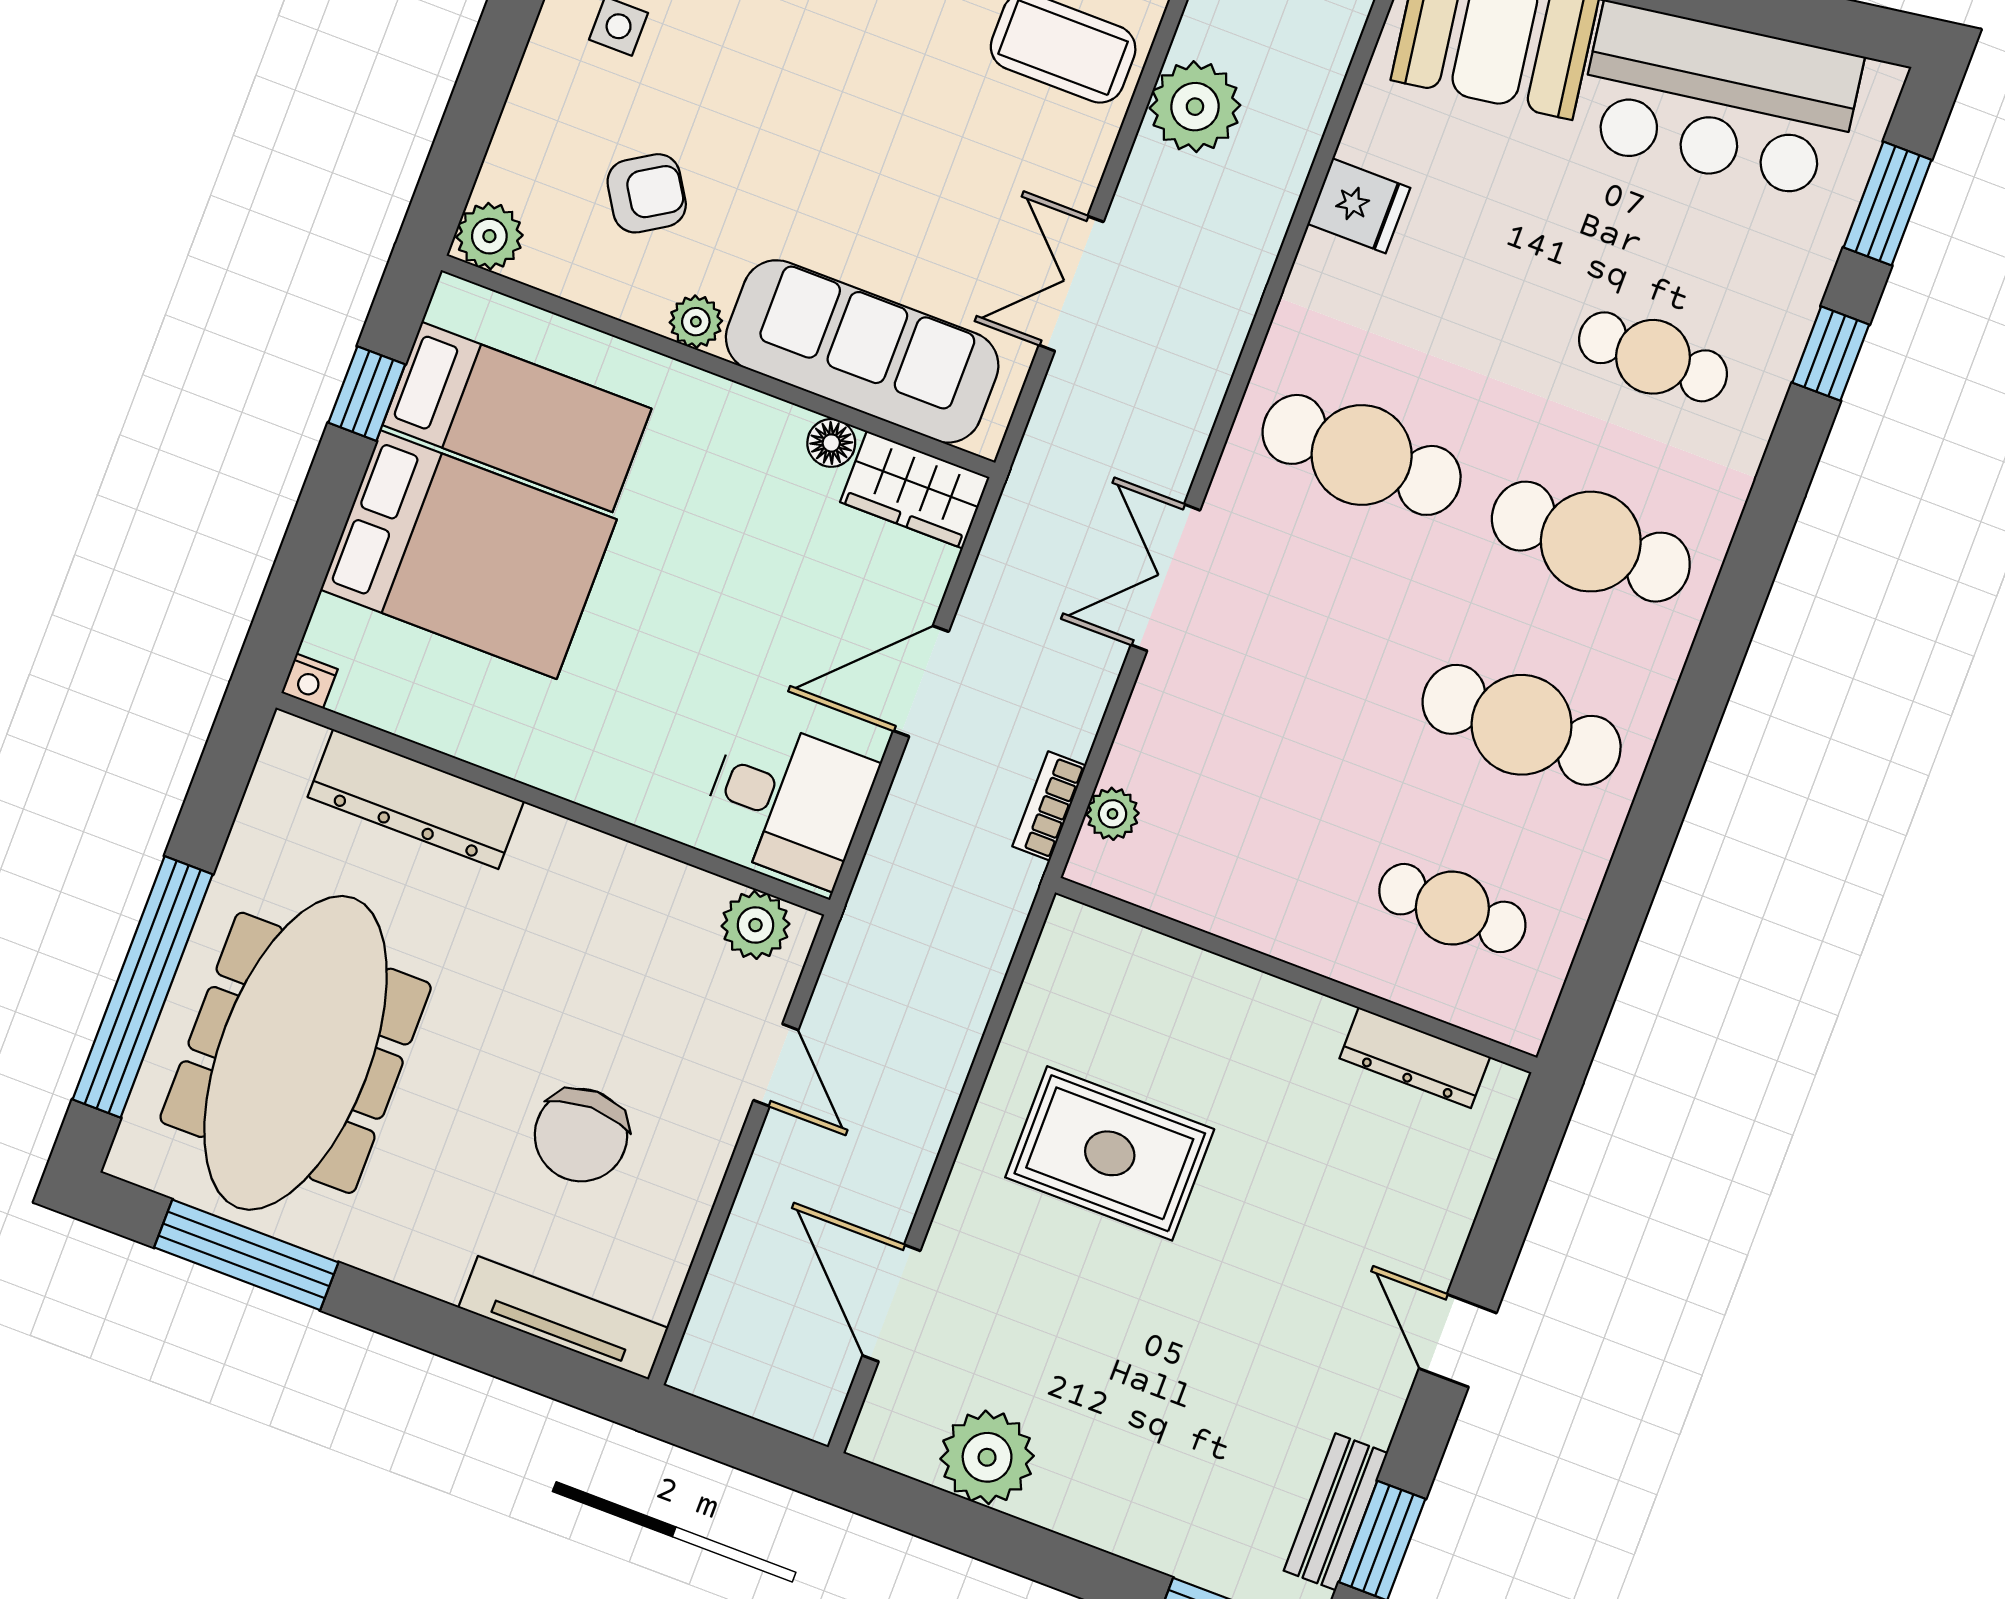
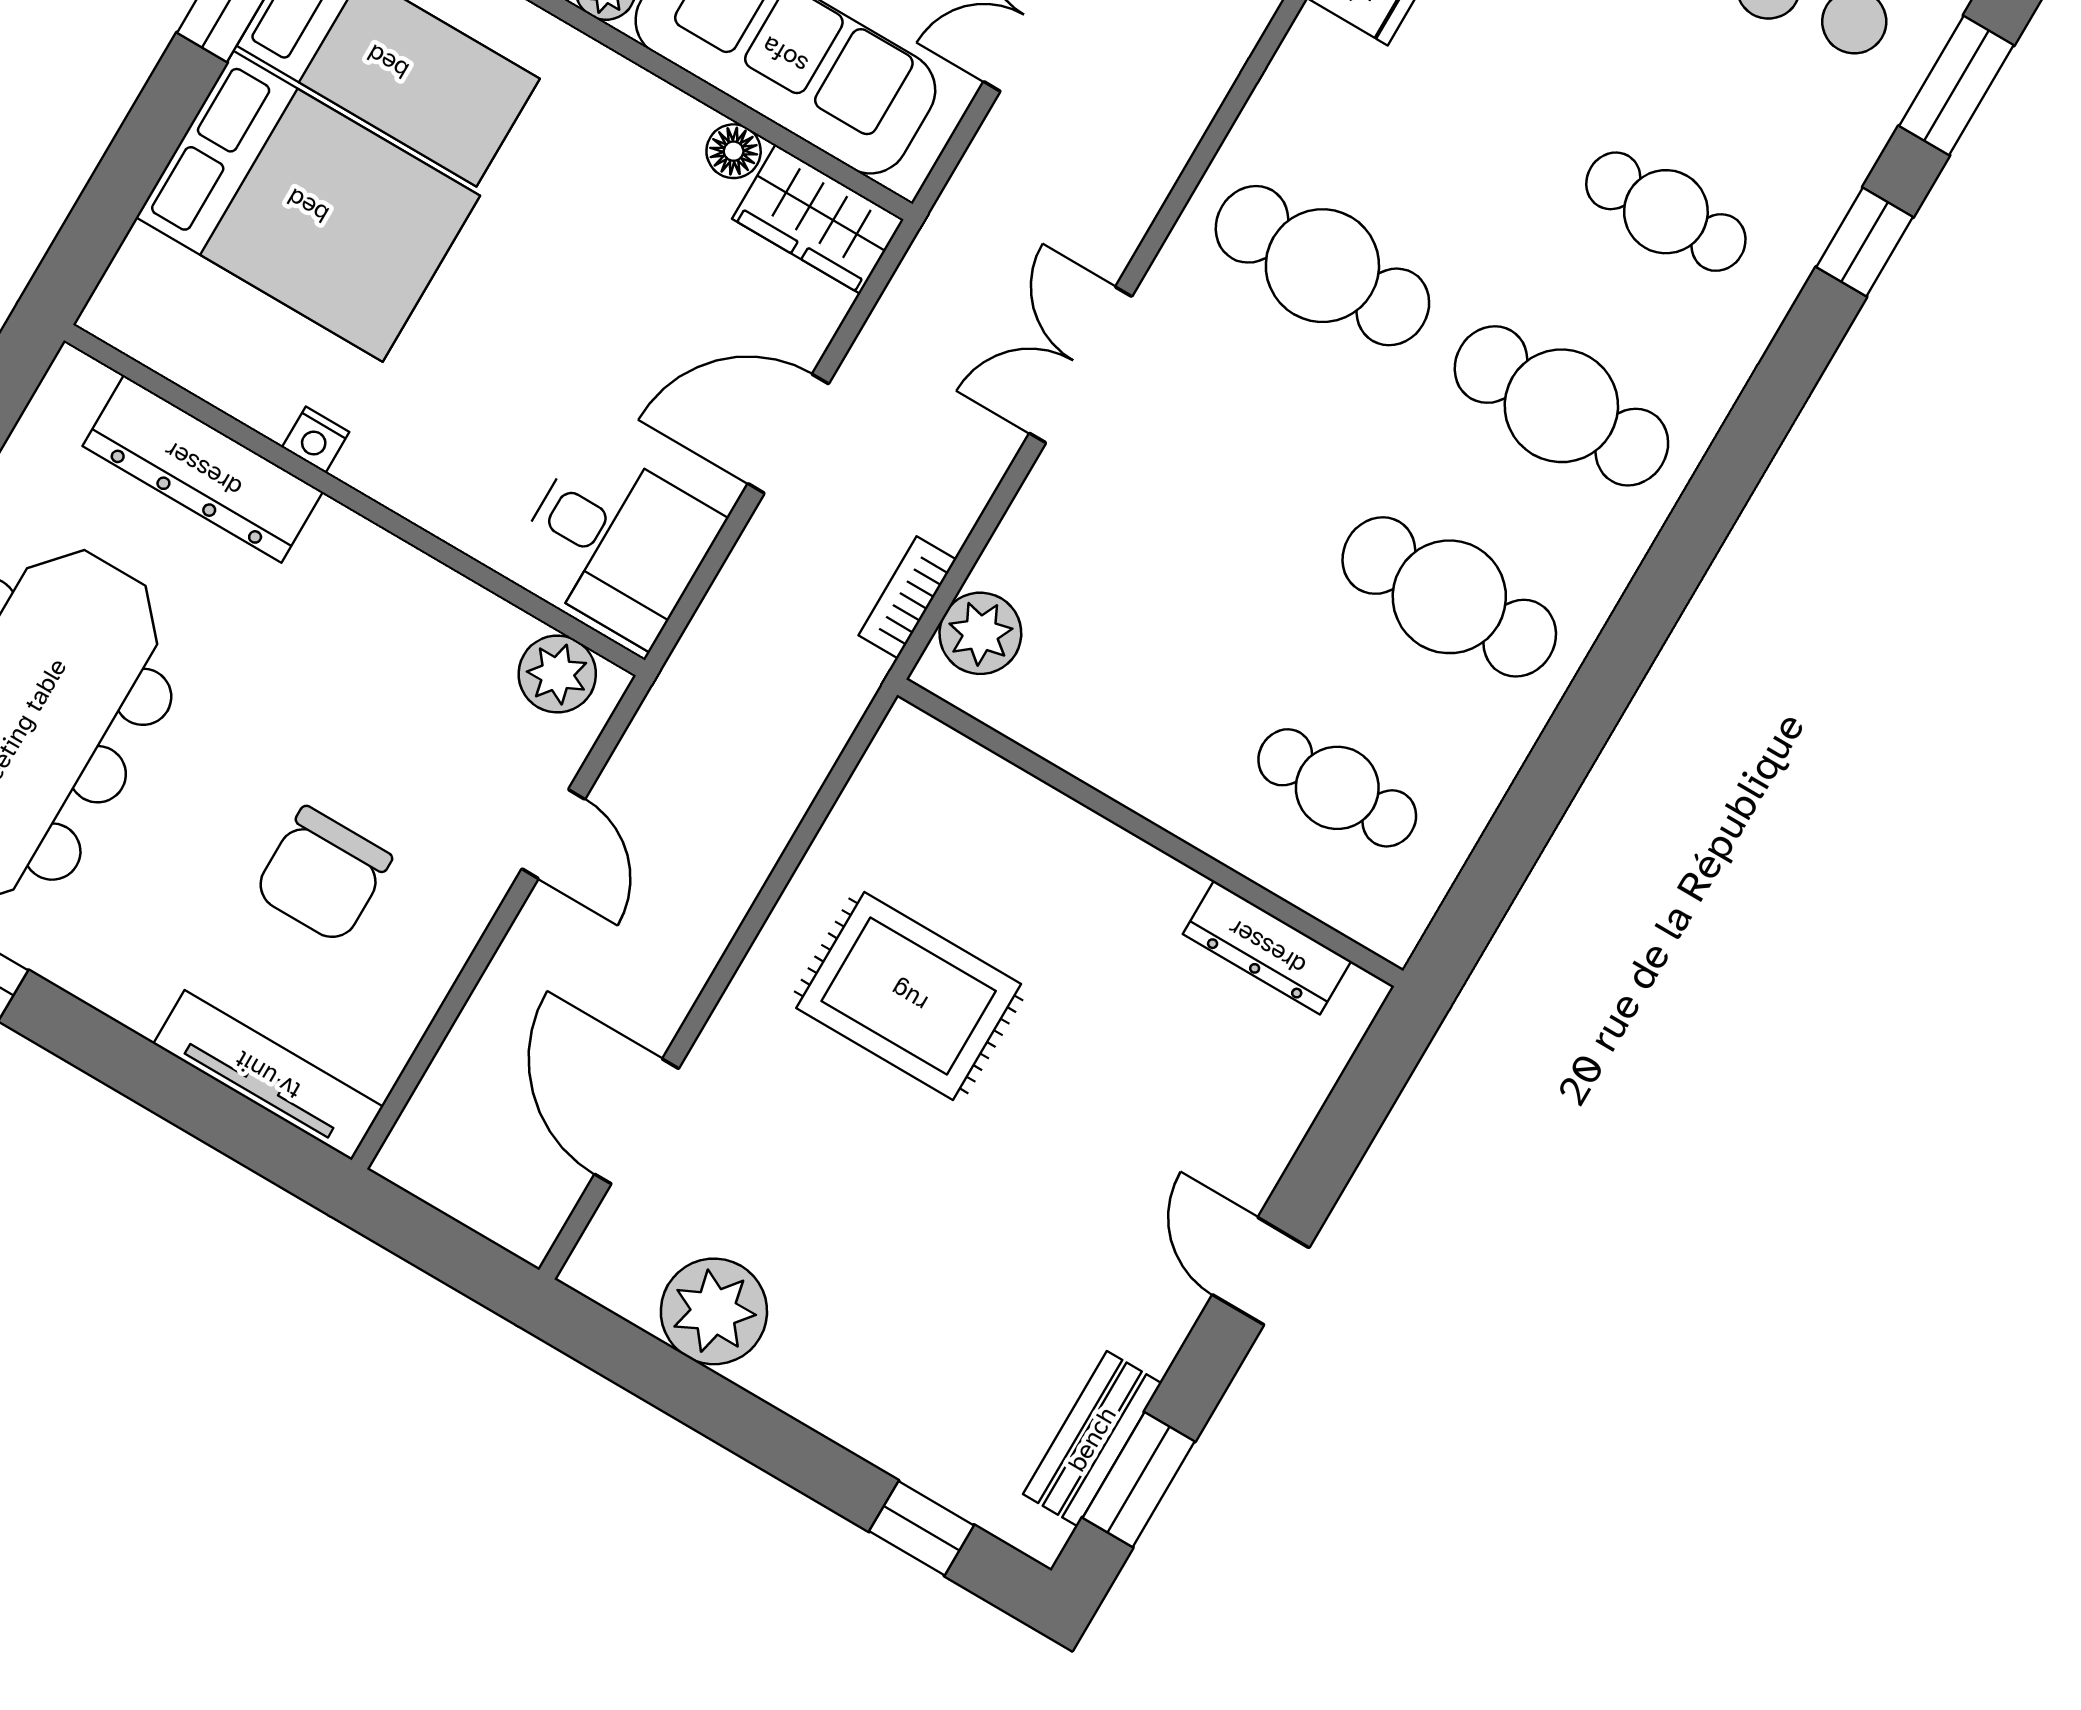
nightstand: (310, 681) -> (316, 440), moved
plant: (1113, 814) -> (980, 633), width x1.38, depth x1.38

